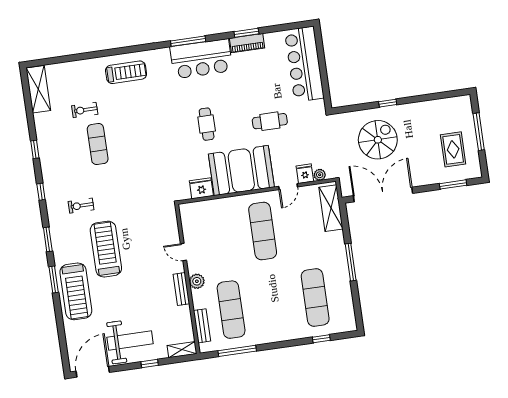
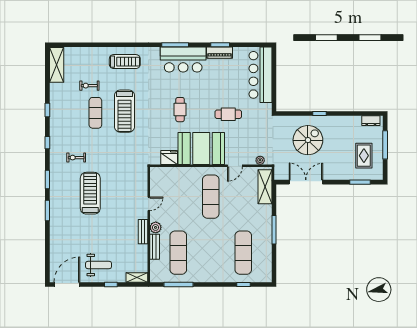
dresser: (456, 103) -> (371, 121), added
fridge: (305, 174) -> (249, 158), removed
double door: (383, 195) -> (306, 182), width x0.73
door: (184, 252) -> (149, 204), swing flipped
treadmill: (76, 291) -> (125, 111), moved
bench: (202, 326) -> (155, 247), moved
weight bench: (130, 340) -> (99, 265), width x0.73, depth x0.75

